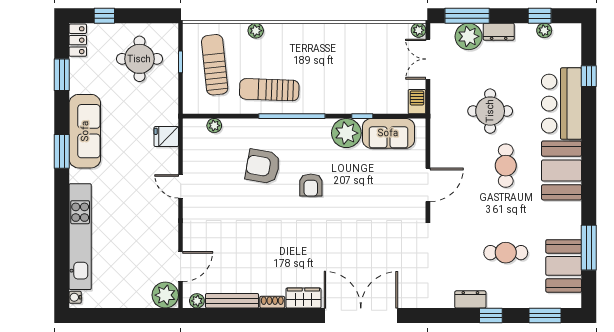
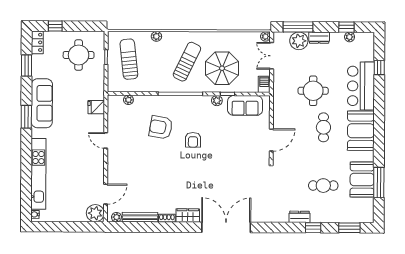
parasol: (354, 78) -> (222, 68), added
sun lounger: (269, 90) -> (187, 62), moved, turned 114
plant: (346, 133) -> (217, 101), width x0.53, depth x0.53
booth: (564, 266) -> (362, 179), moved

